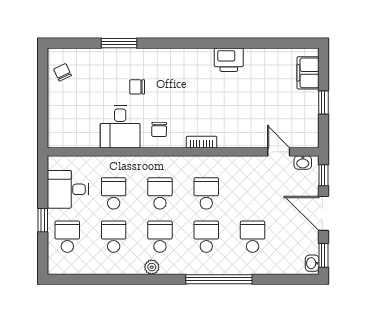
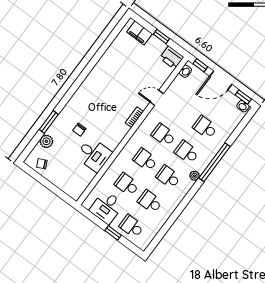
plant: (94, 58) -> (46, 141), added
printer: (229, 60) -> (172, 58), moved, turned 90
chair: (159, 129) -> (111, 135), removed
door: (279, 152) -> (157, 98), moved
plant: (152, 267) -> (194, 176), moved

